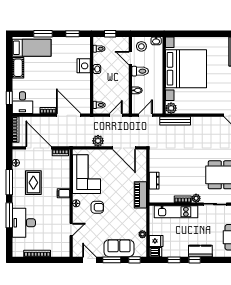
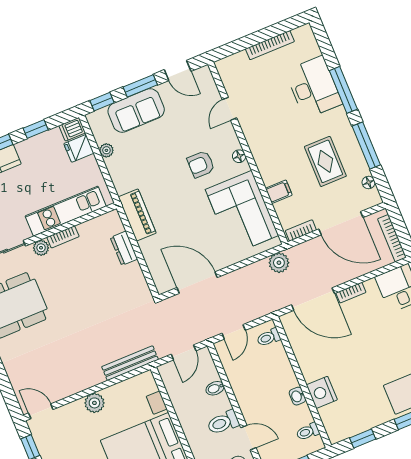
plant: (171, 108) -> (94, 403), moved
plant: (98, 141) -> (279, 263), moved
filing cabinet: (63, 193) -> (279, 192), moved

